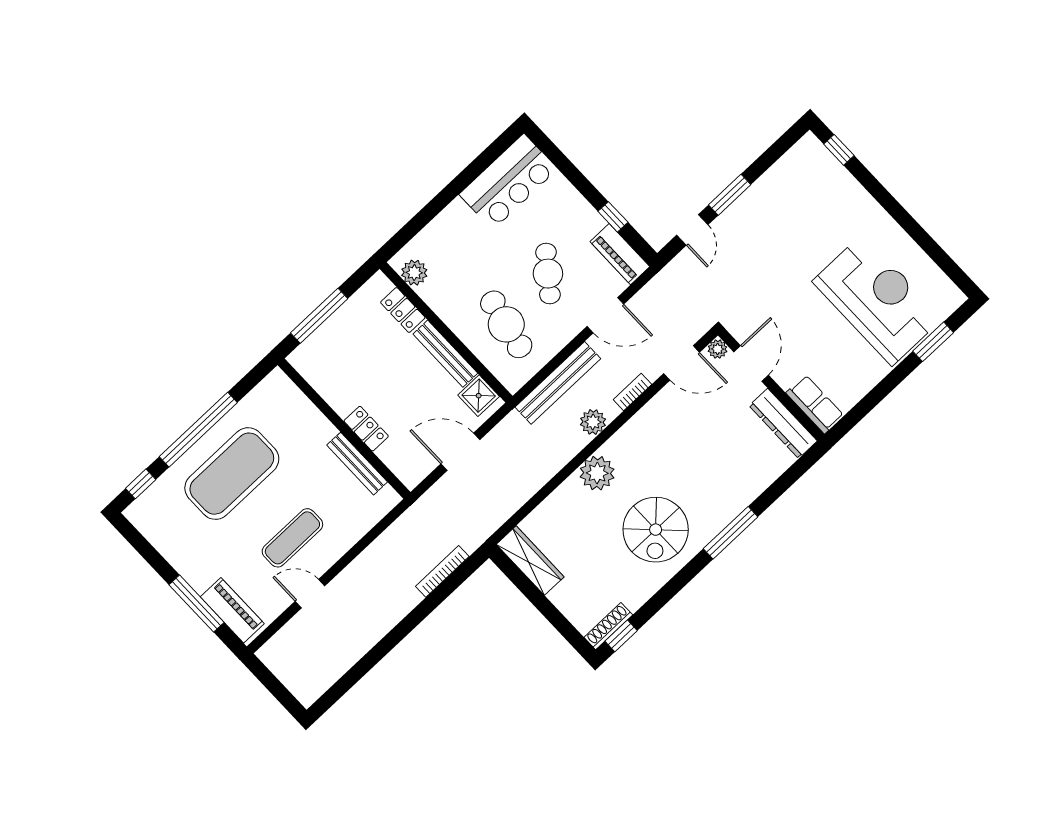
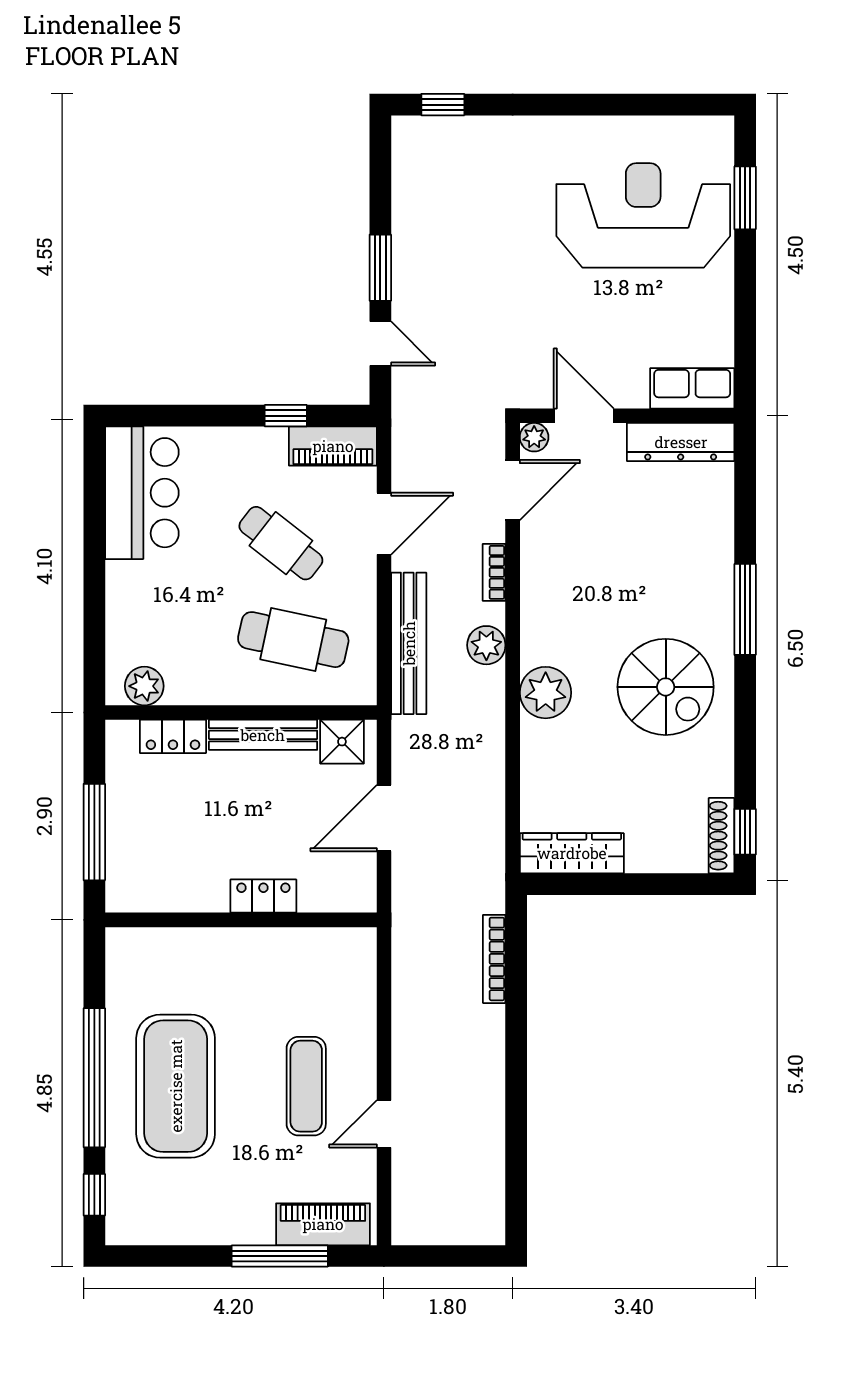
bench: (357, 464) -> (292, 941), removed

